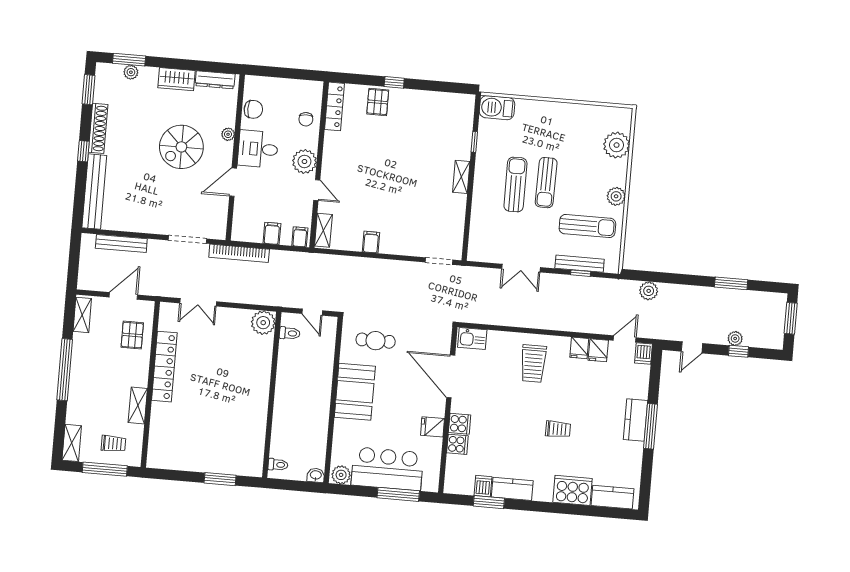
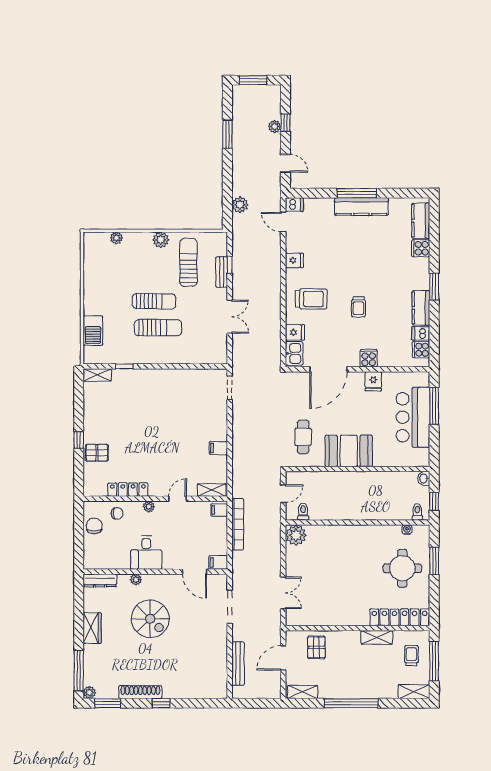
window: (129, 60) -> (79, 670), width x1.44
plant: (131, 72) -> (89, 692), moved
dresser: (215, 80) -> (100, 580), moved, turned 90
locker: (334, 106) -> (128, 490), moved
barbecue: (497, 108) -> (93, 331), moved
chair: (253, 109) -> (94, 526), moved
plant: (617, 145) -> (116, 238), width x0.53, depth x0.53
plant: (304, 161) -> (149, 507), width x0.53, depth x0.53
shelving: (461, 177) -> (97, 375), moved
door: (233, 182) -> (195, 572), moved
sun lounger: (515, 184) -> (158, 328), turned 180
bench: (94, 192) -> (195, 691), removed
filing cabinet: (272, 233) -> (218, 562), moved
bookcase: (239, 253) -> (238, 524), moved
bench: (580, 264) -> (222, 272), width x0.73
door: (123, 296) -> (283, 658), hinge flipped
pallet: (132, 335) -> (316, 647), turned 90
fridge: (598, 350) -> (295, 332), moved
locker: (164, 367) -> (399, 617), moved
kitchen counter: (635, 420) -> (361, 207), width x1.50
trolley: (558, 429) -> (358, 307), moved, turned 180
round table: (215, 442) -> (402, 568), added
cooker: (457, 444) -> (421, 350), moved, turned -90
water cooler: (259, 451) -> (407, 530), added
plant: (341, 475) -> (422, 457), removed
window: (288, 485) -> (434, 502), added
cooker: (572, 490) -> (421, 248), width x0.53, depth x0.76
window: (489, 502) -> (434, 287), moved

